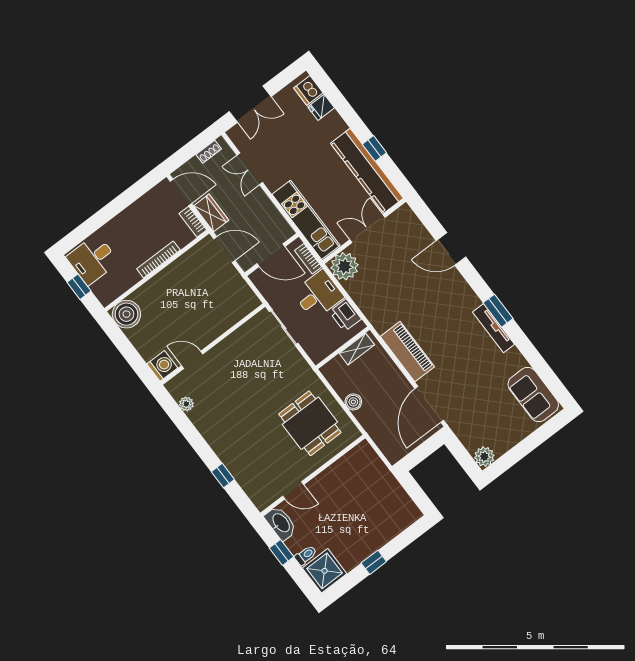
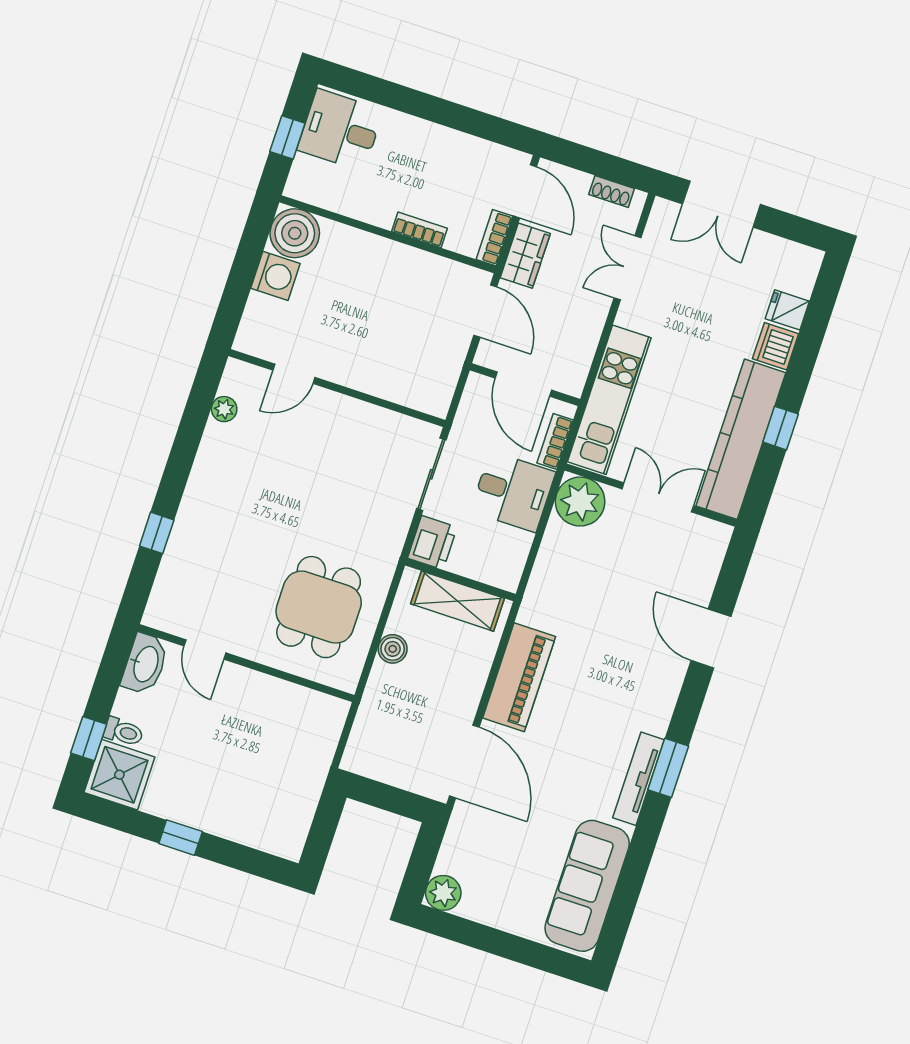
dishwasher: (308, 90) -> (776, 346), moved
bookcase: (158, 259) -> (420, 230), width x0.64
printer: (345, 315) -> (432, 543), moved, turned 180
shelving: (357, 349) -> (457, 601), width x1.50, depth x1.33
door: (192, 360) -> (294, 374), swing flipped
washing machine: (162, 366) -> (275, 276), moved
sofa: (533, 394) -> (587, 886), width x1.36
door: (429, 404) -> (464, 761), swing flipped
window: (282, 552) -> (89, 739), moved

